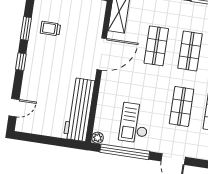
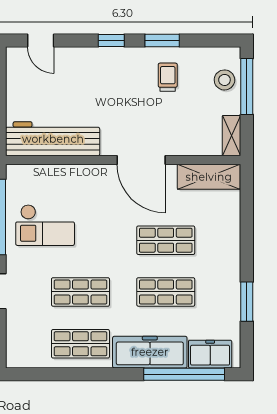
checkout: (135, 123) -> (45, 225), turned 180
plant: (98, 138) -> (14, 173), removed

